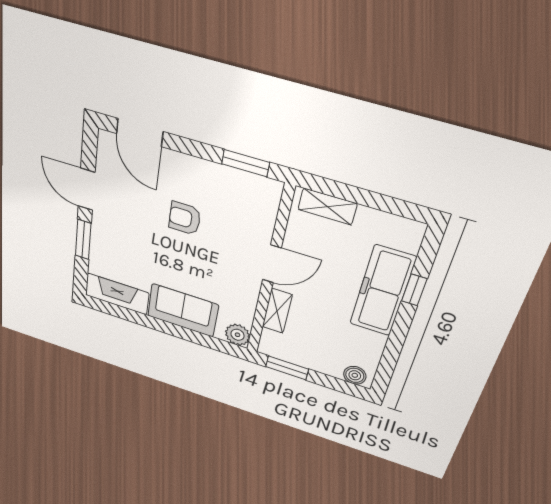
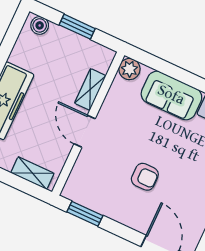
door: (272, 264) -> (85, 131), hinge flipped
window: (287, 368) -> (77, 27), moved

